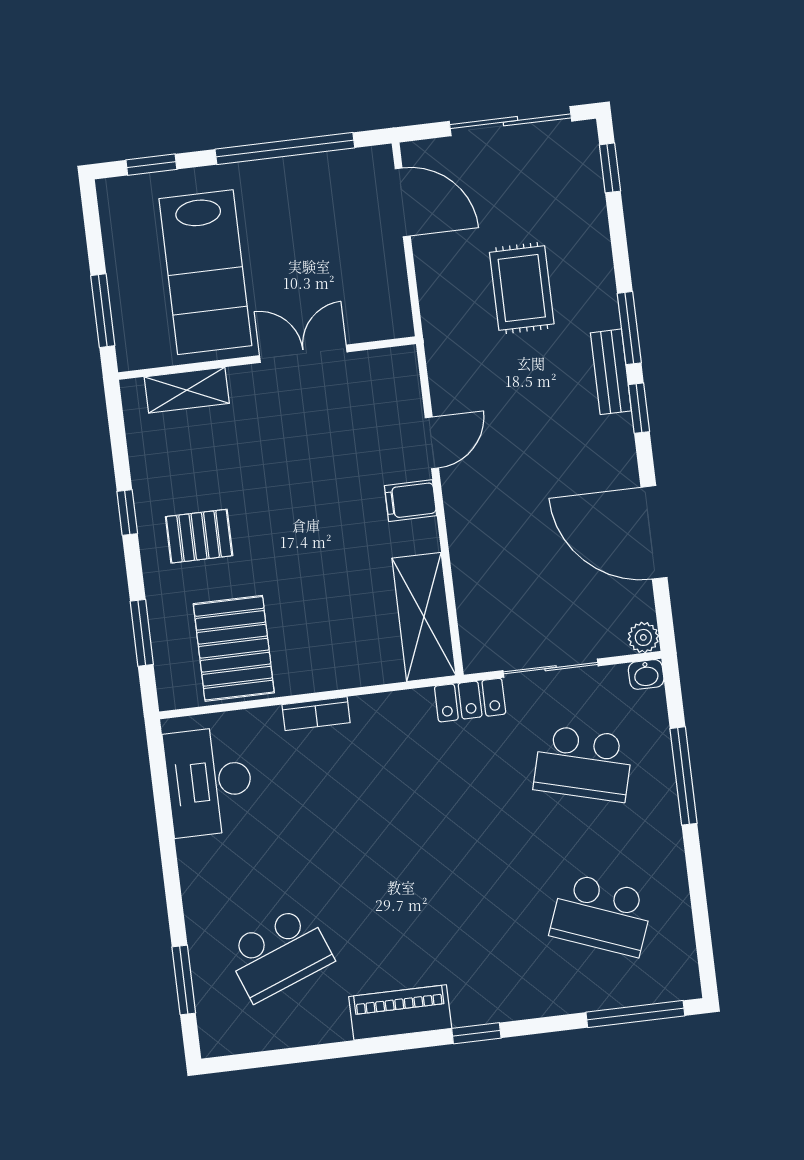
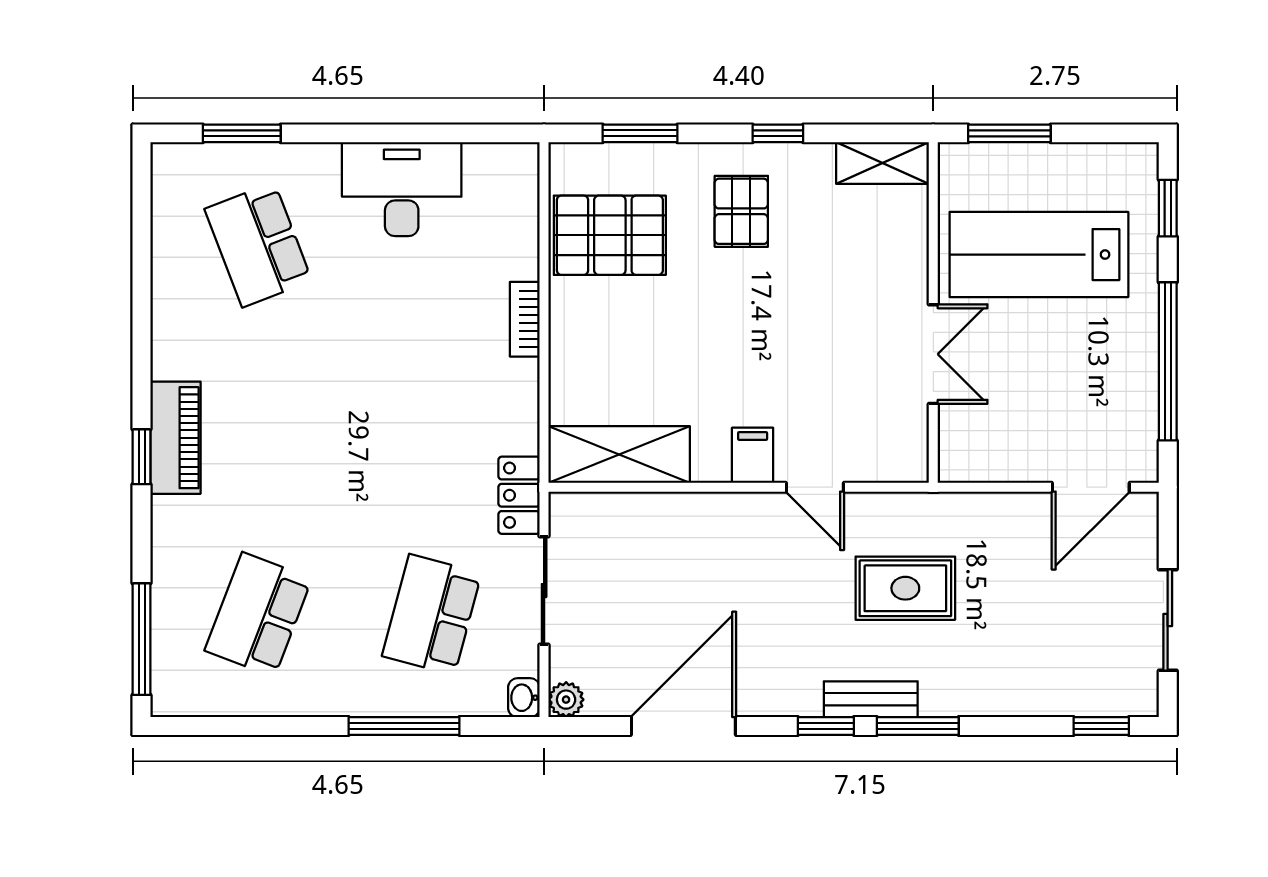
sliding door: (510, 121) -> (1168, 620), width x0.73
rug: (522, 288) -> (905, 588), moved
shelving: (187, 390) -> (883, 163), moved, turned 90
desk: (209, 781) -> (402, 189), moved
piano: (400, 1012) -> (175, 438), moved

